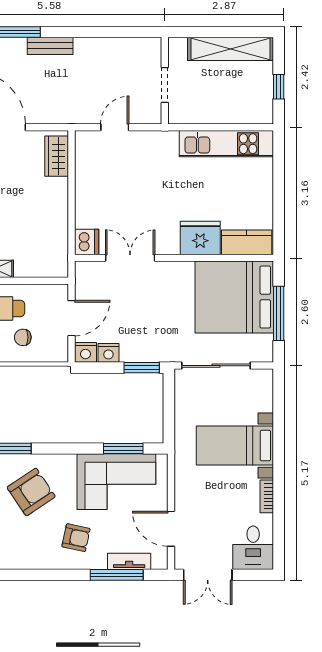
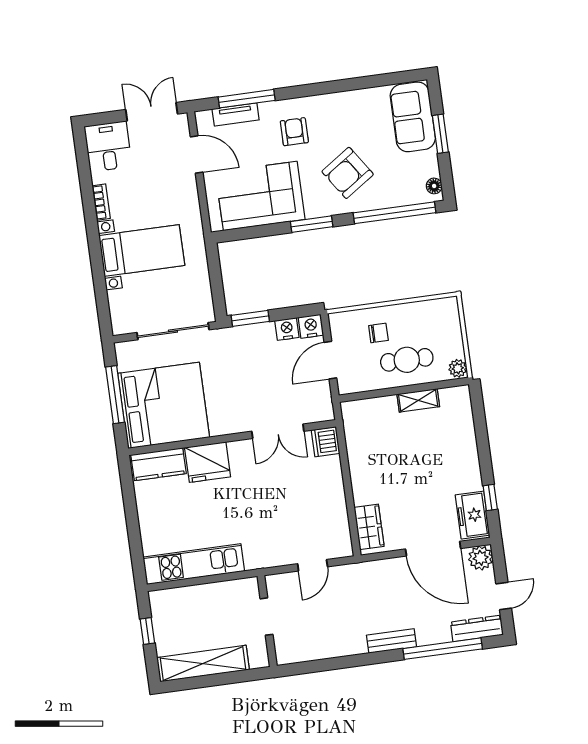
window: (123, 448) -> (312, 224), moved
armchair: (76, 538) -> (294, 132), turned 78

